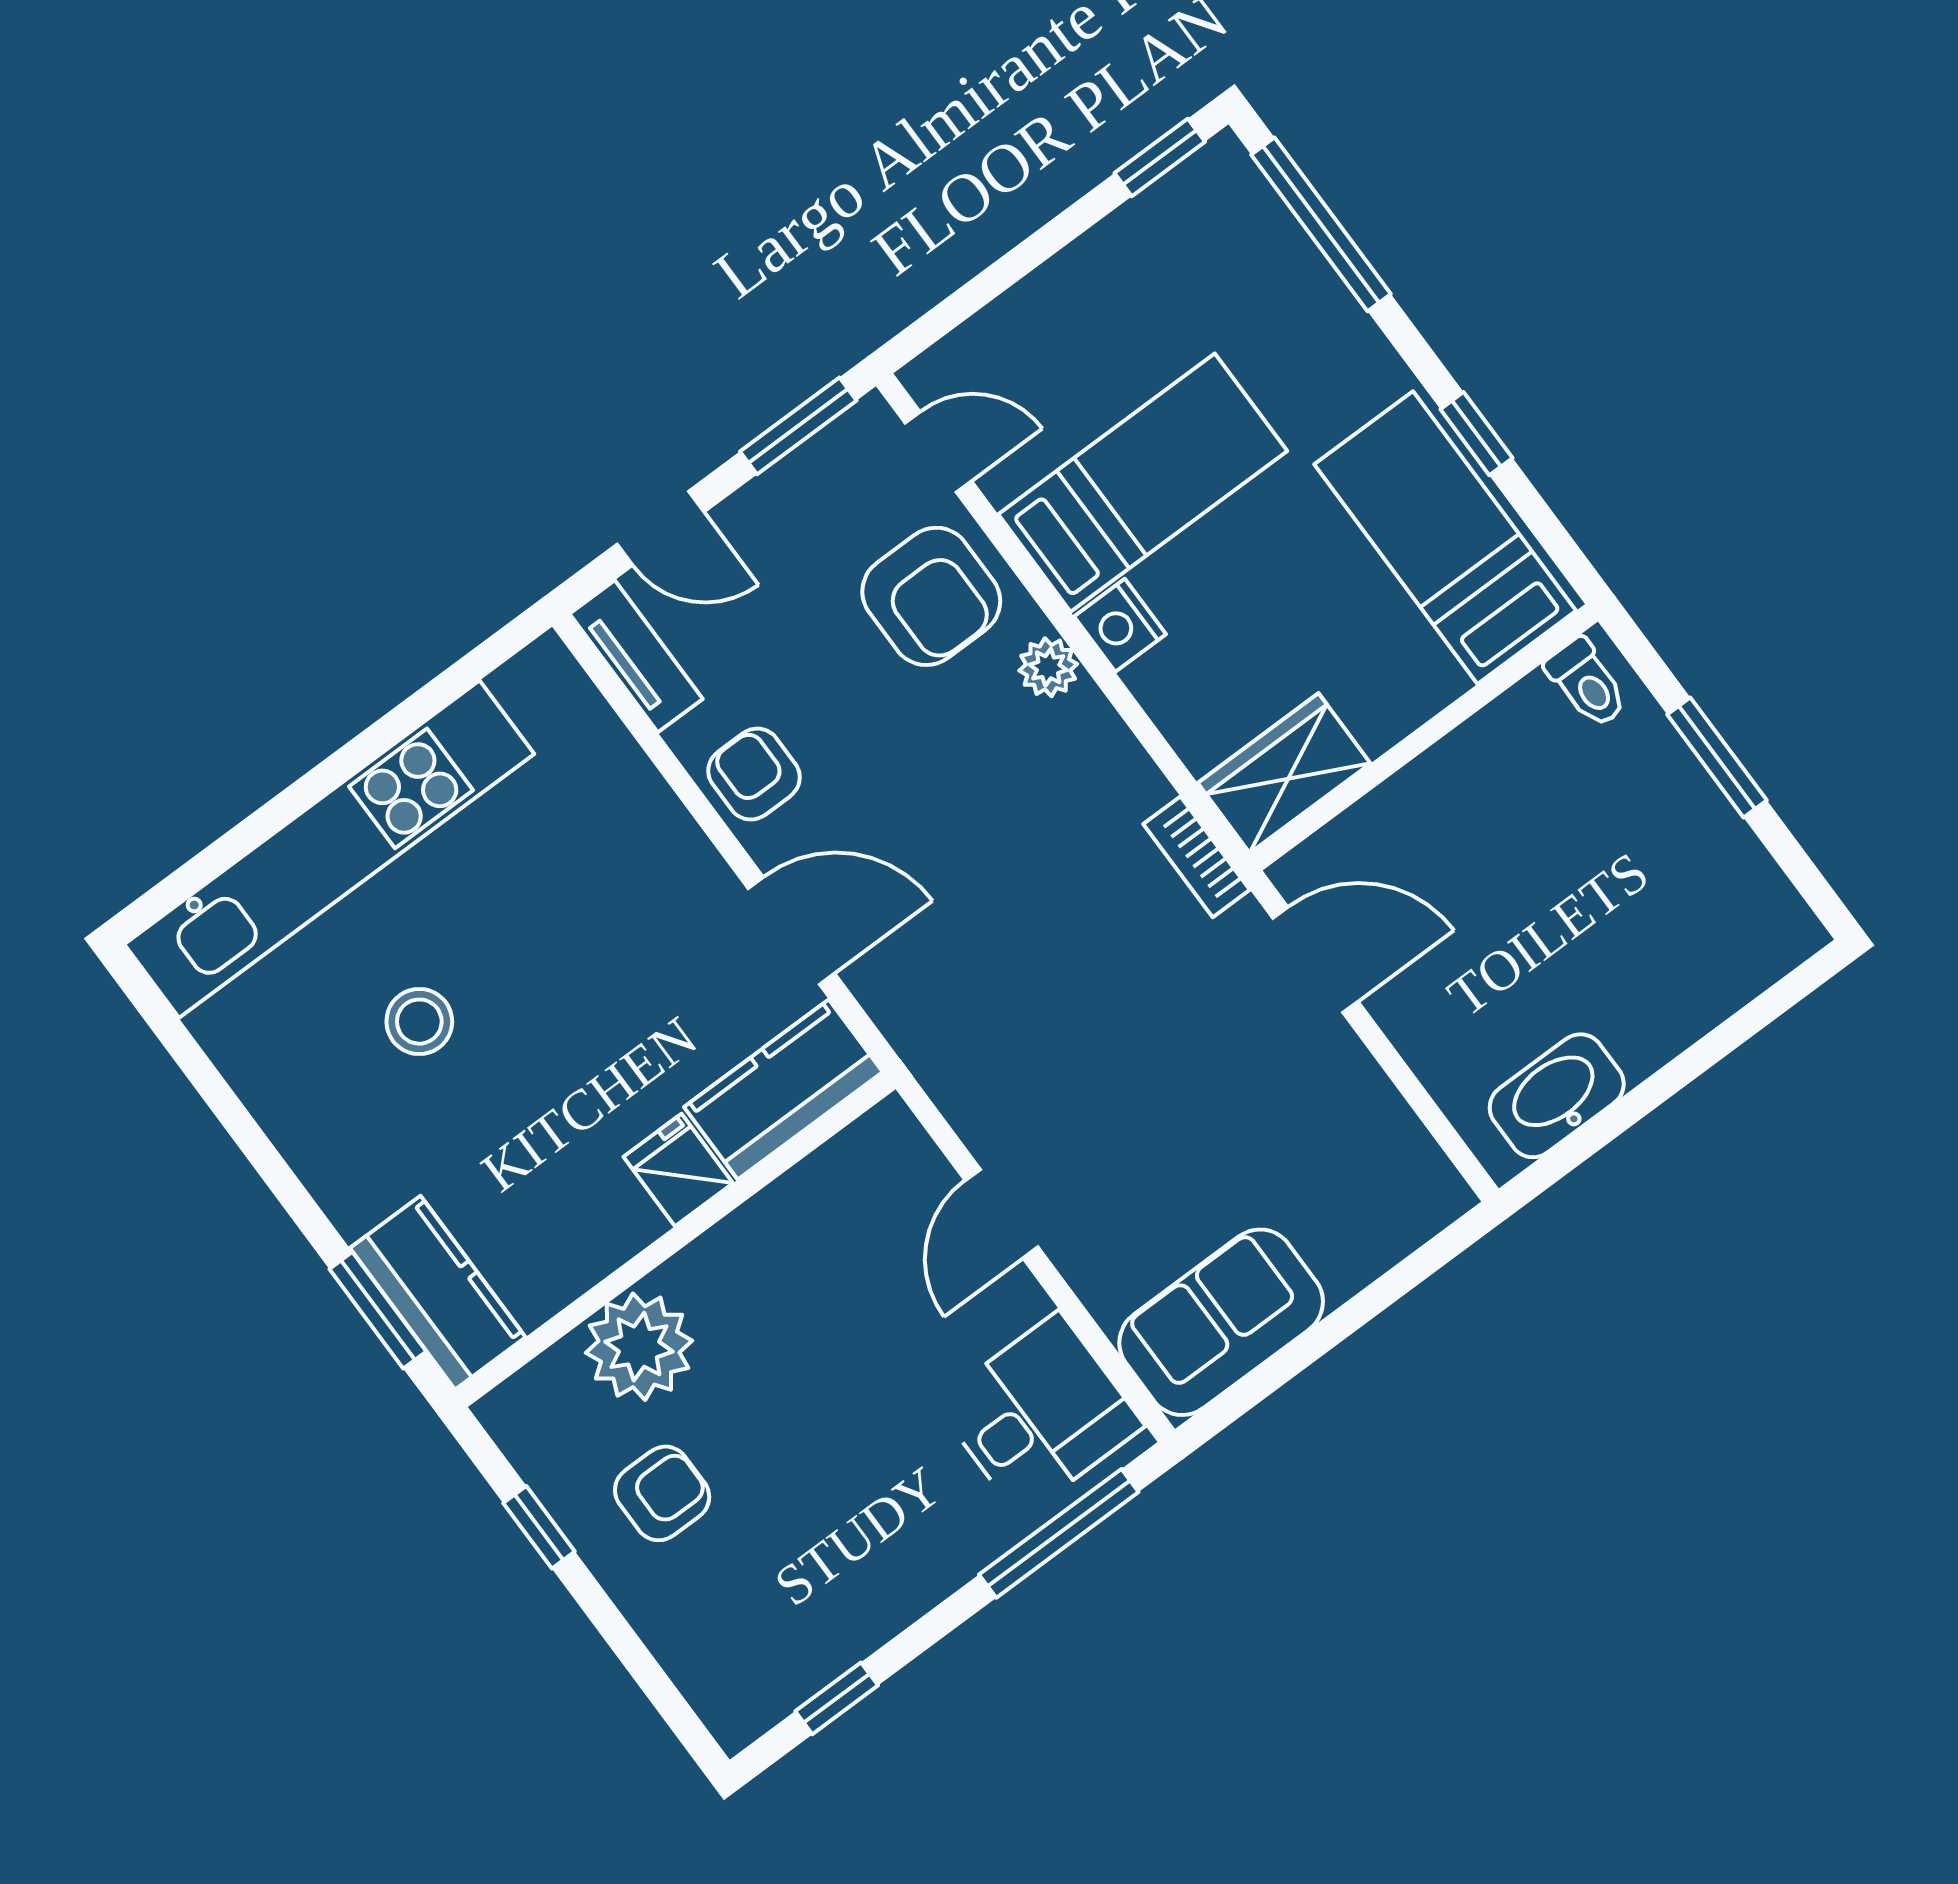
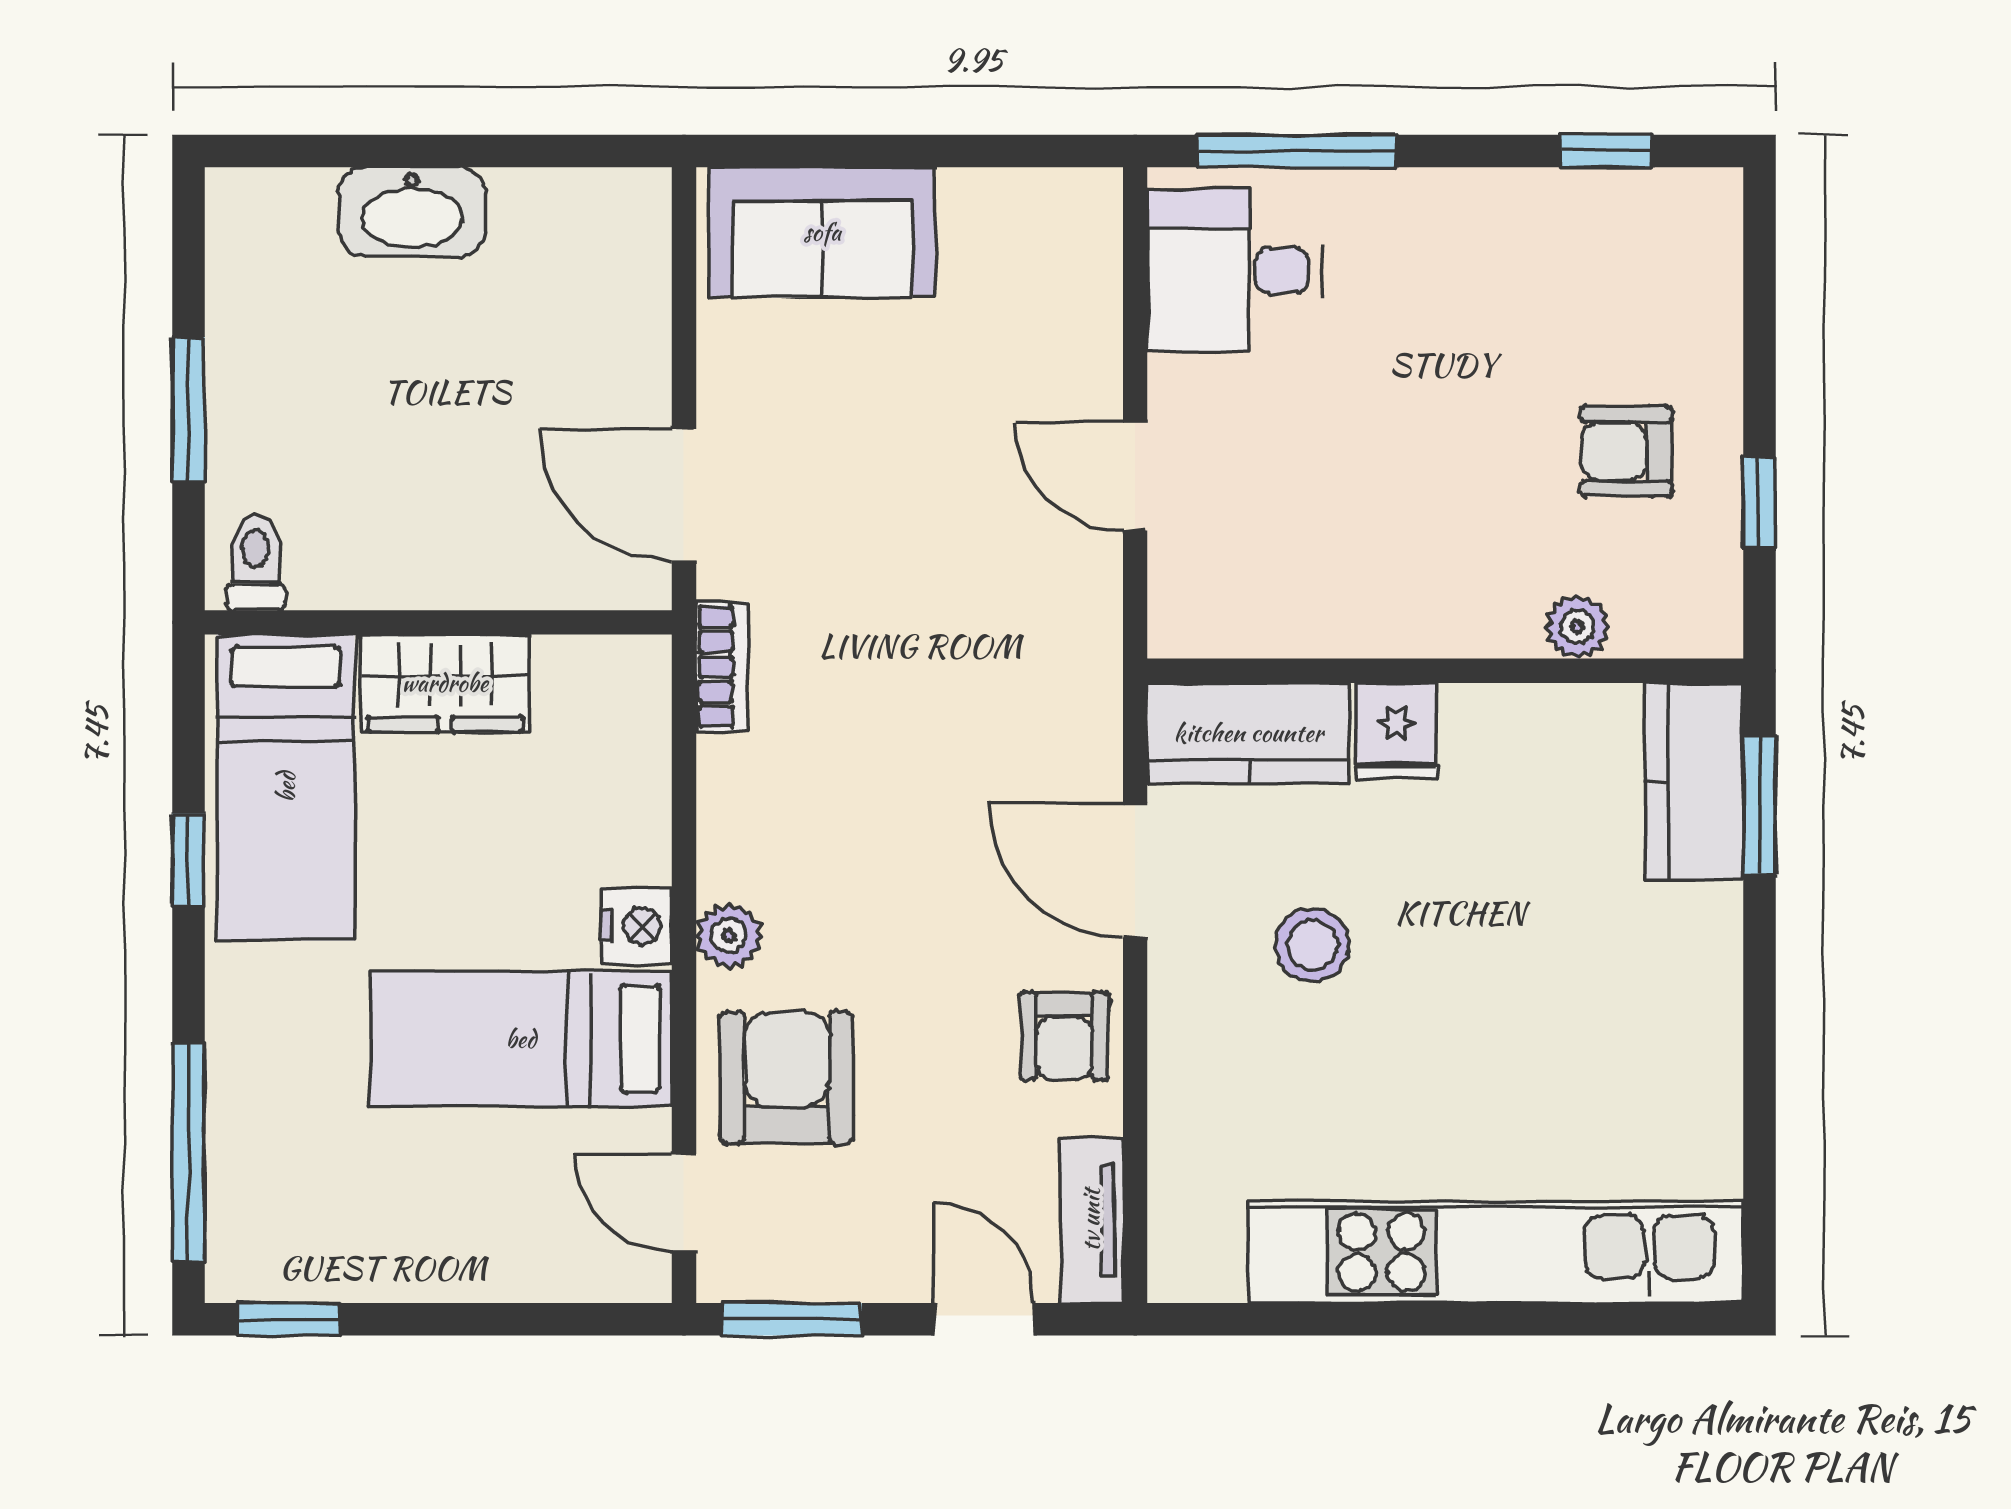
wardrobe: (1284, 773) -> (445, 683), moved
stool: (419, 1022) -> (1312, 945), moved
washbasin: (1557, 1096) -> (412, 212), moved
door: (1002, 1214) -> (1135, 476), swing flipped
sofa: (1221, 1322) -> (822, 232), moved
plant: (639, 1347) -> (1577, 627), width x0.53, depth x0.53

